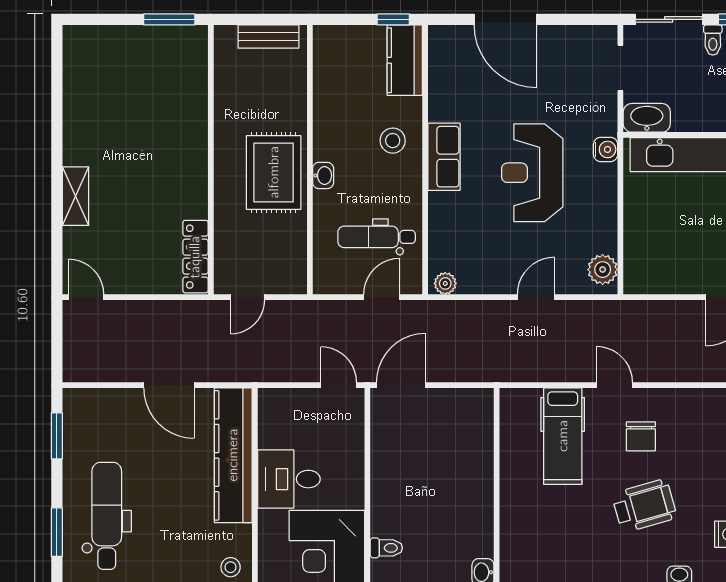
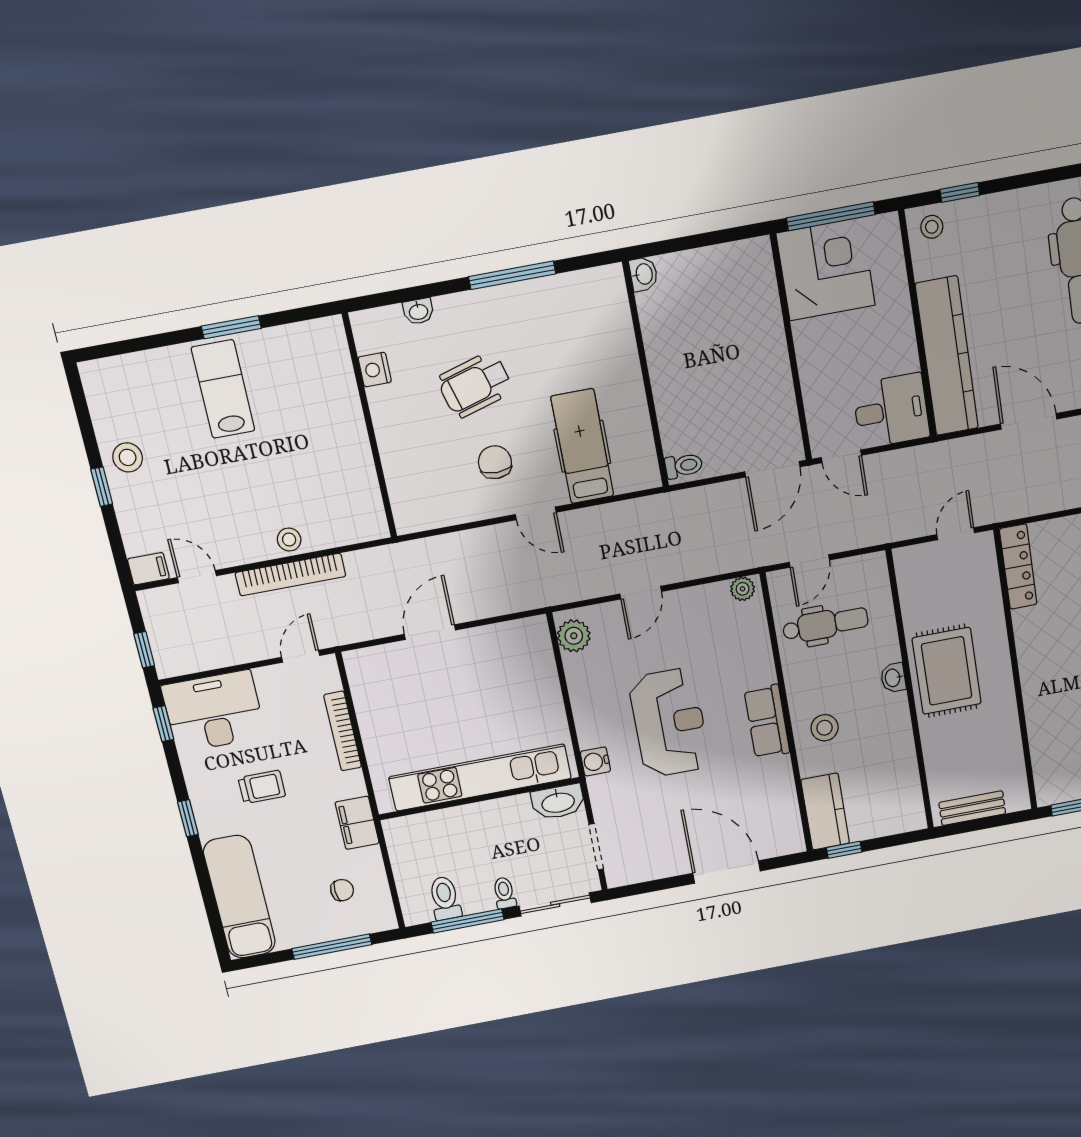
desk: (289, 479) -> (891, 411), moved
toilet: (386, 548) -> (684, 466), moved, turned 180

